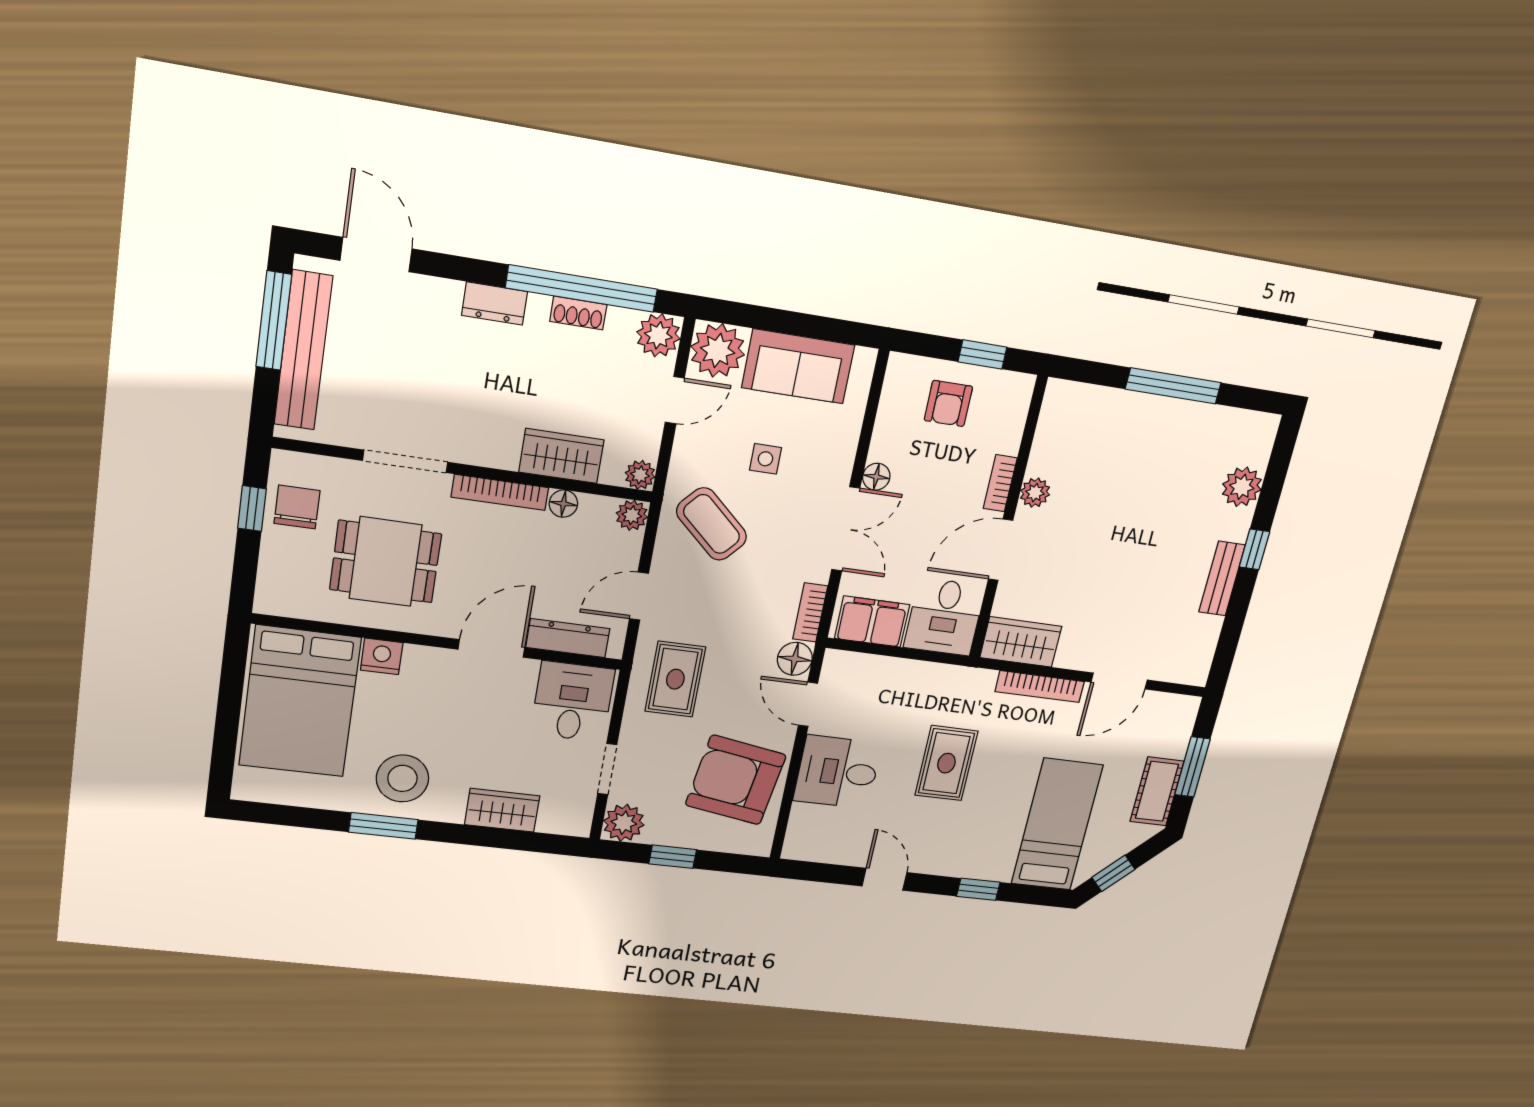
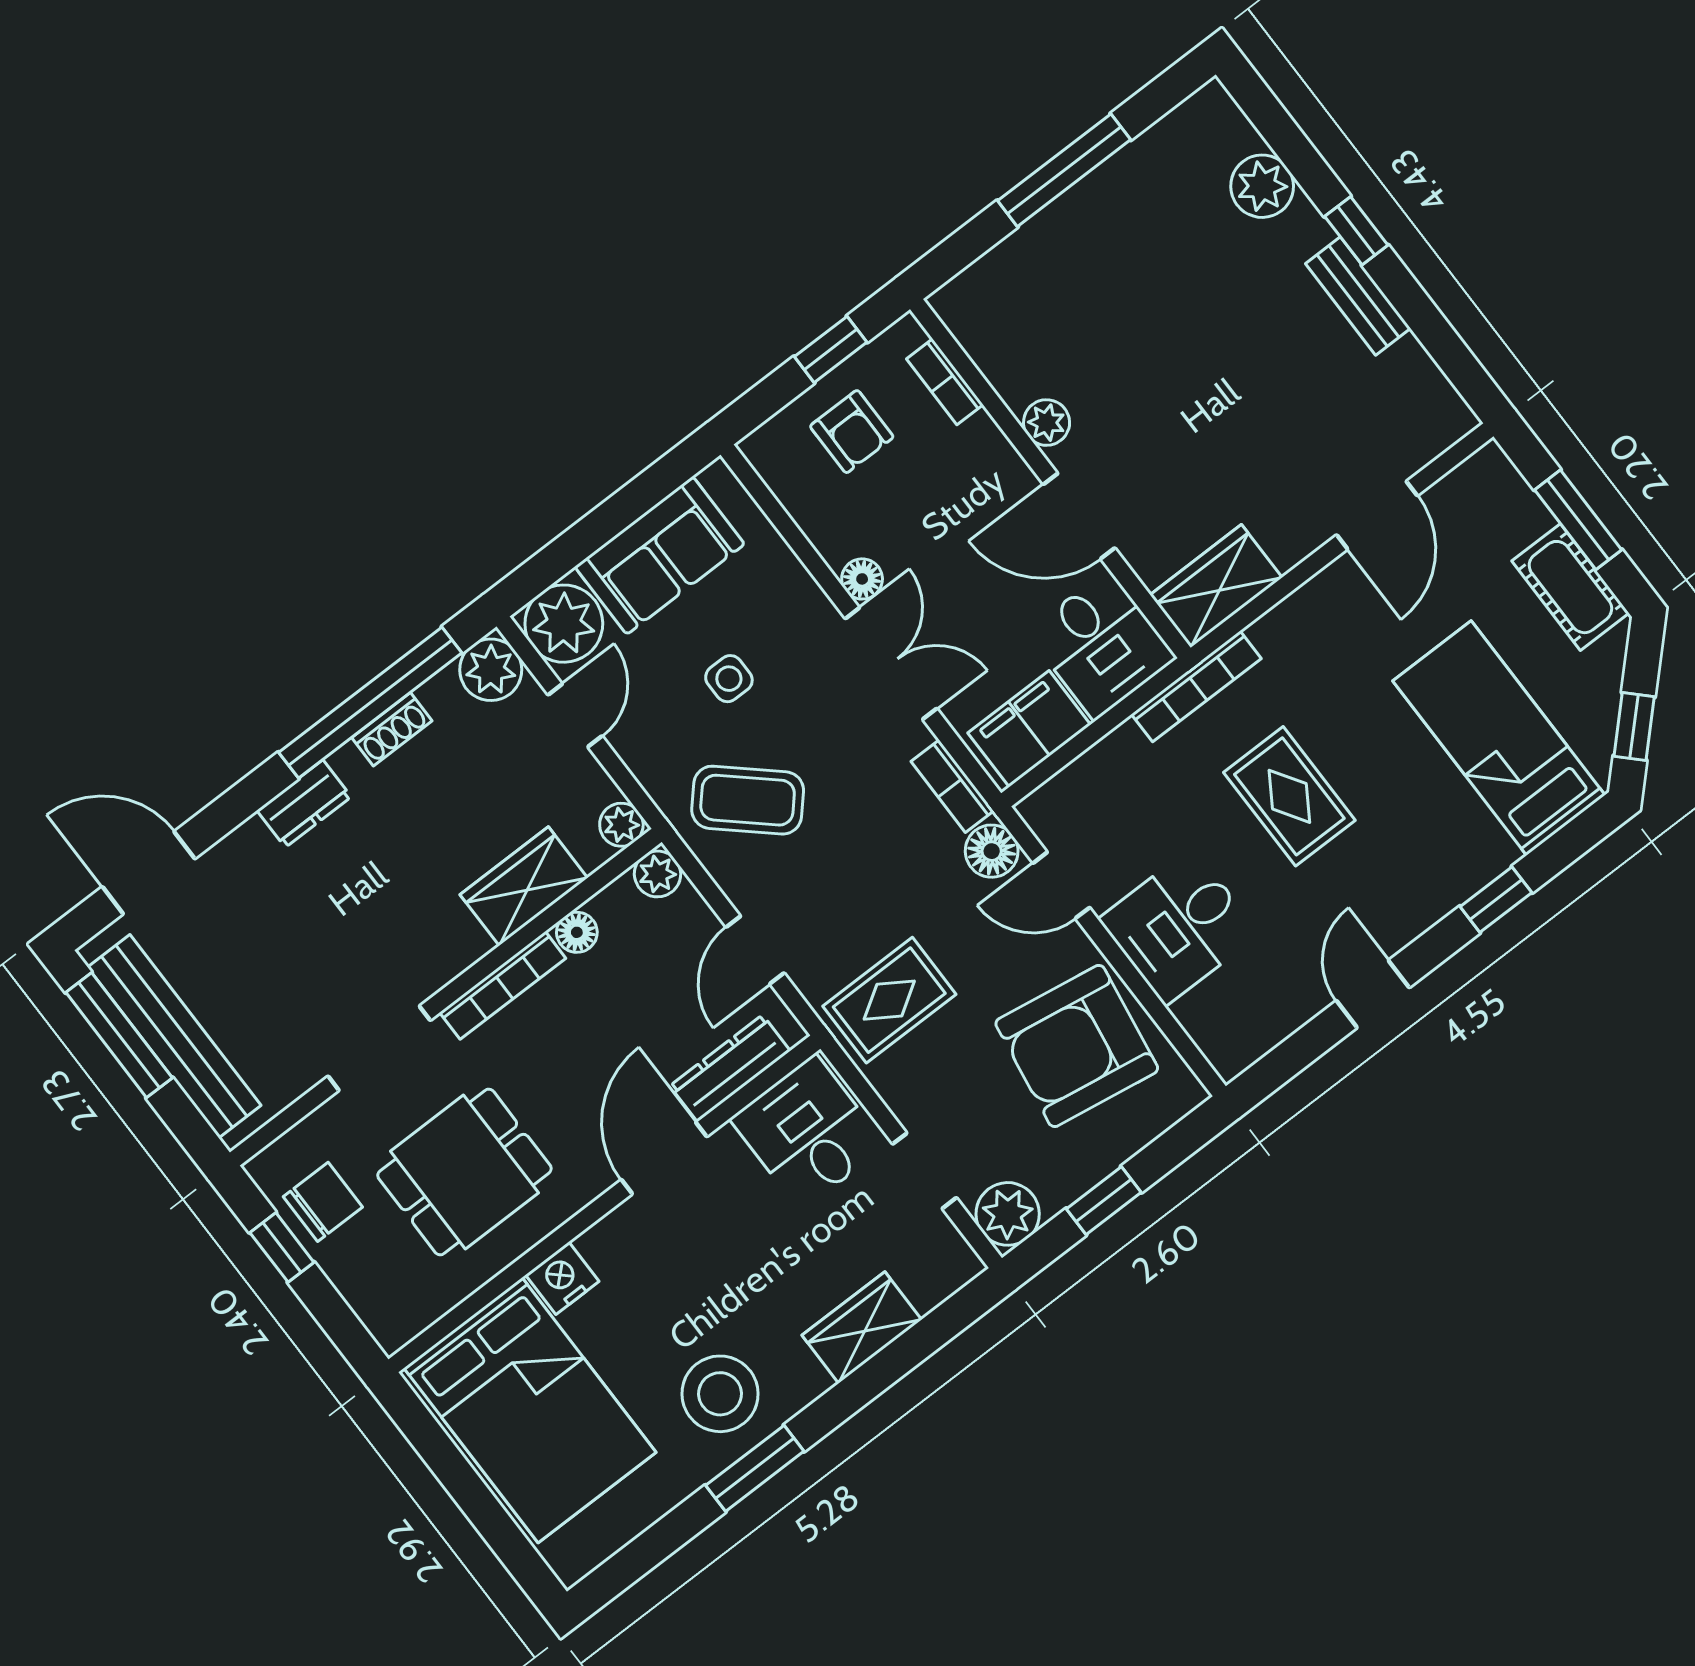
bookcase: (1000, 483) -> (945, 382), moved
chair: (297, 507) -> (323, 1202), turned 90
door: (1001, 550) -> (1079, 516), hinge flipped
rug: (675, 679) -> (889, 1000), turned 90
bookcase: (1040, 687) -> (1196, 686), moved
door: (885, 879) -> (1373, 994), hinge flipped

